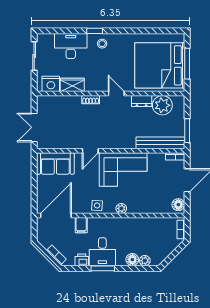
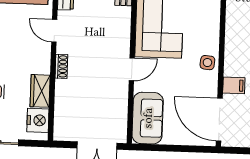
door: (116, 94) -> (54, 31), hinge flipped
door: (90, 151) -> (132, 69), hinge flipped
plant: (121, 208) -> (213, 29), removed

